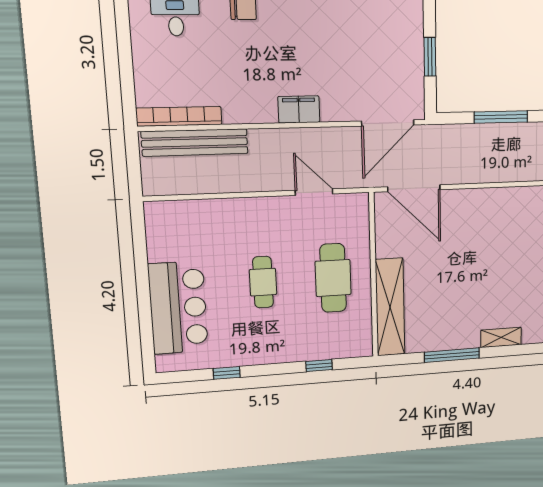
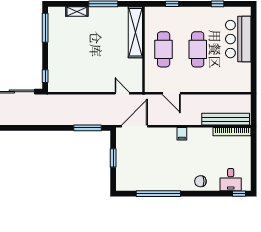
filing cabinet: (299, 109) -> (182, 134), width x0.50
window: (501, 117) -> (88, 128), moved
door: (414, 188) -> (122, 93), width x0.53
cafe table: (263, 282) -> (198, 49), width x1.37, depth x1.35

